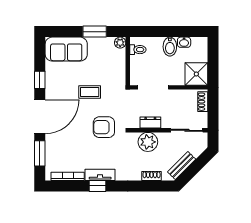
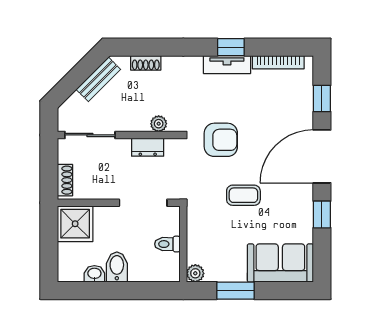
toilet: (138, 50) -> (167, 244), moved
plant: (148, 142) -> (159, 124), width x0.53, depth x0.53
window: (40, 153) -> (322, 98), width x0.67

